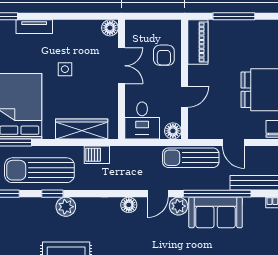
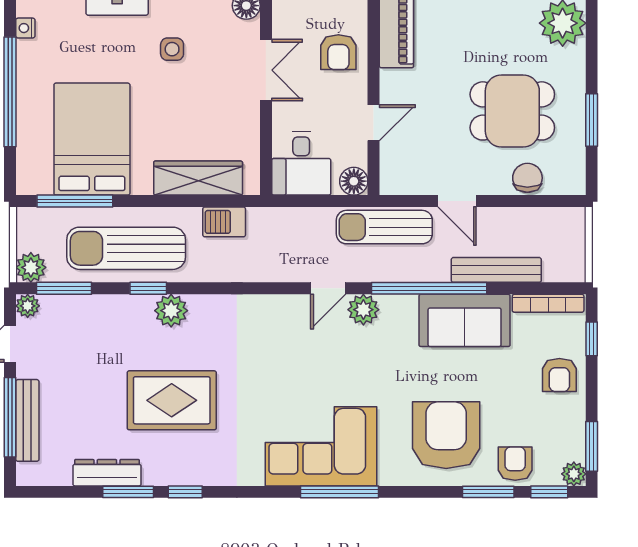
side table: (65, 69) -> (172, 49), moved
floor lamp: (129, 205) -> (279, 308), removed
sofa: (216, 212) -> (465, 320), moved

